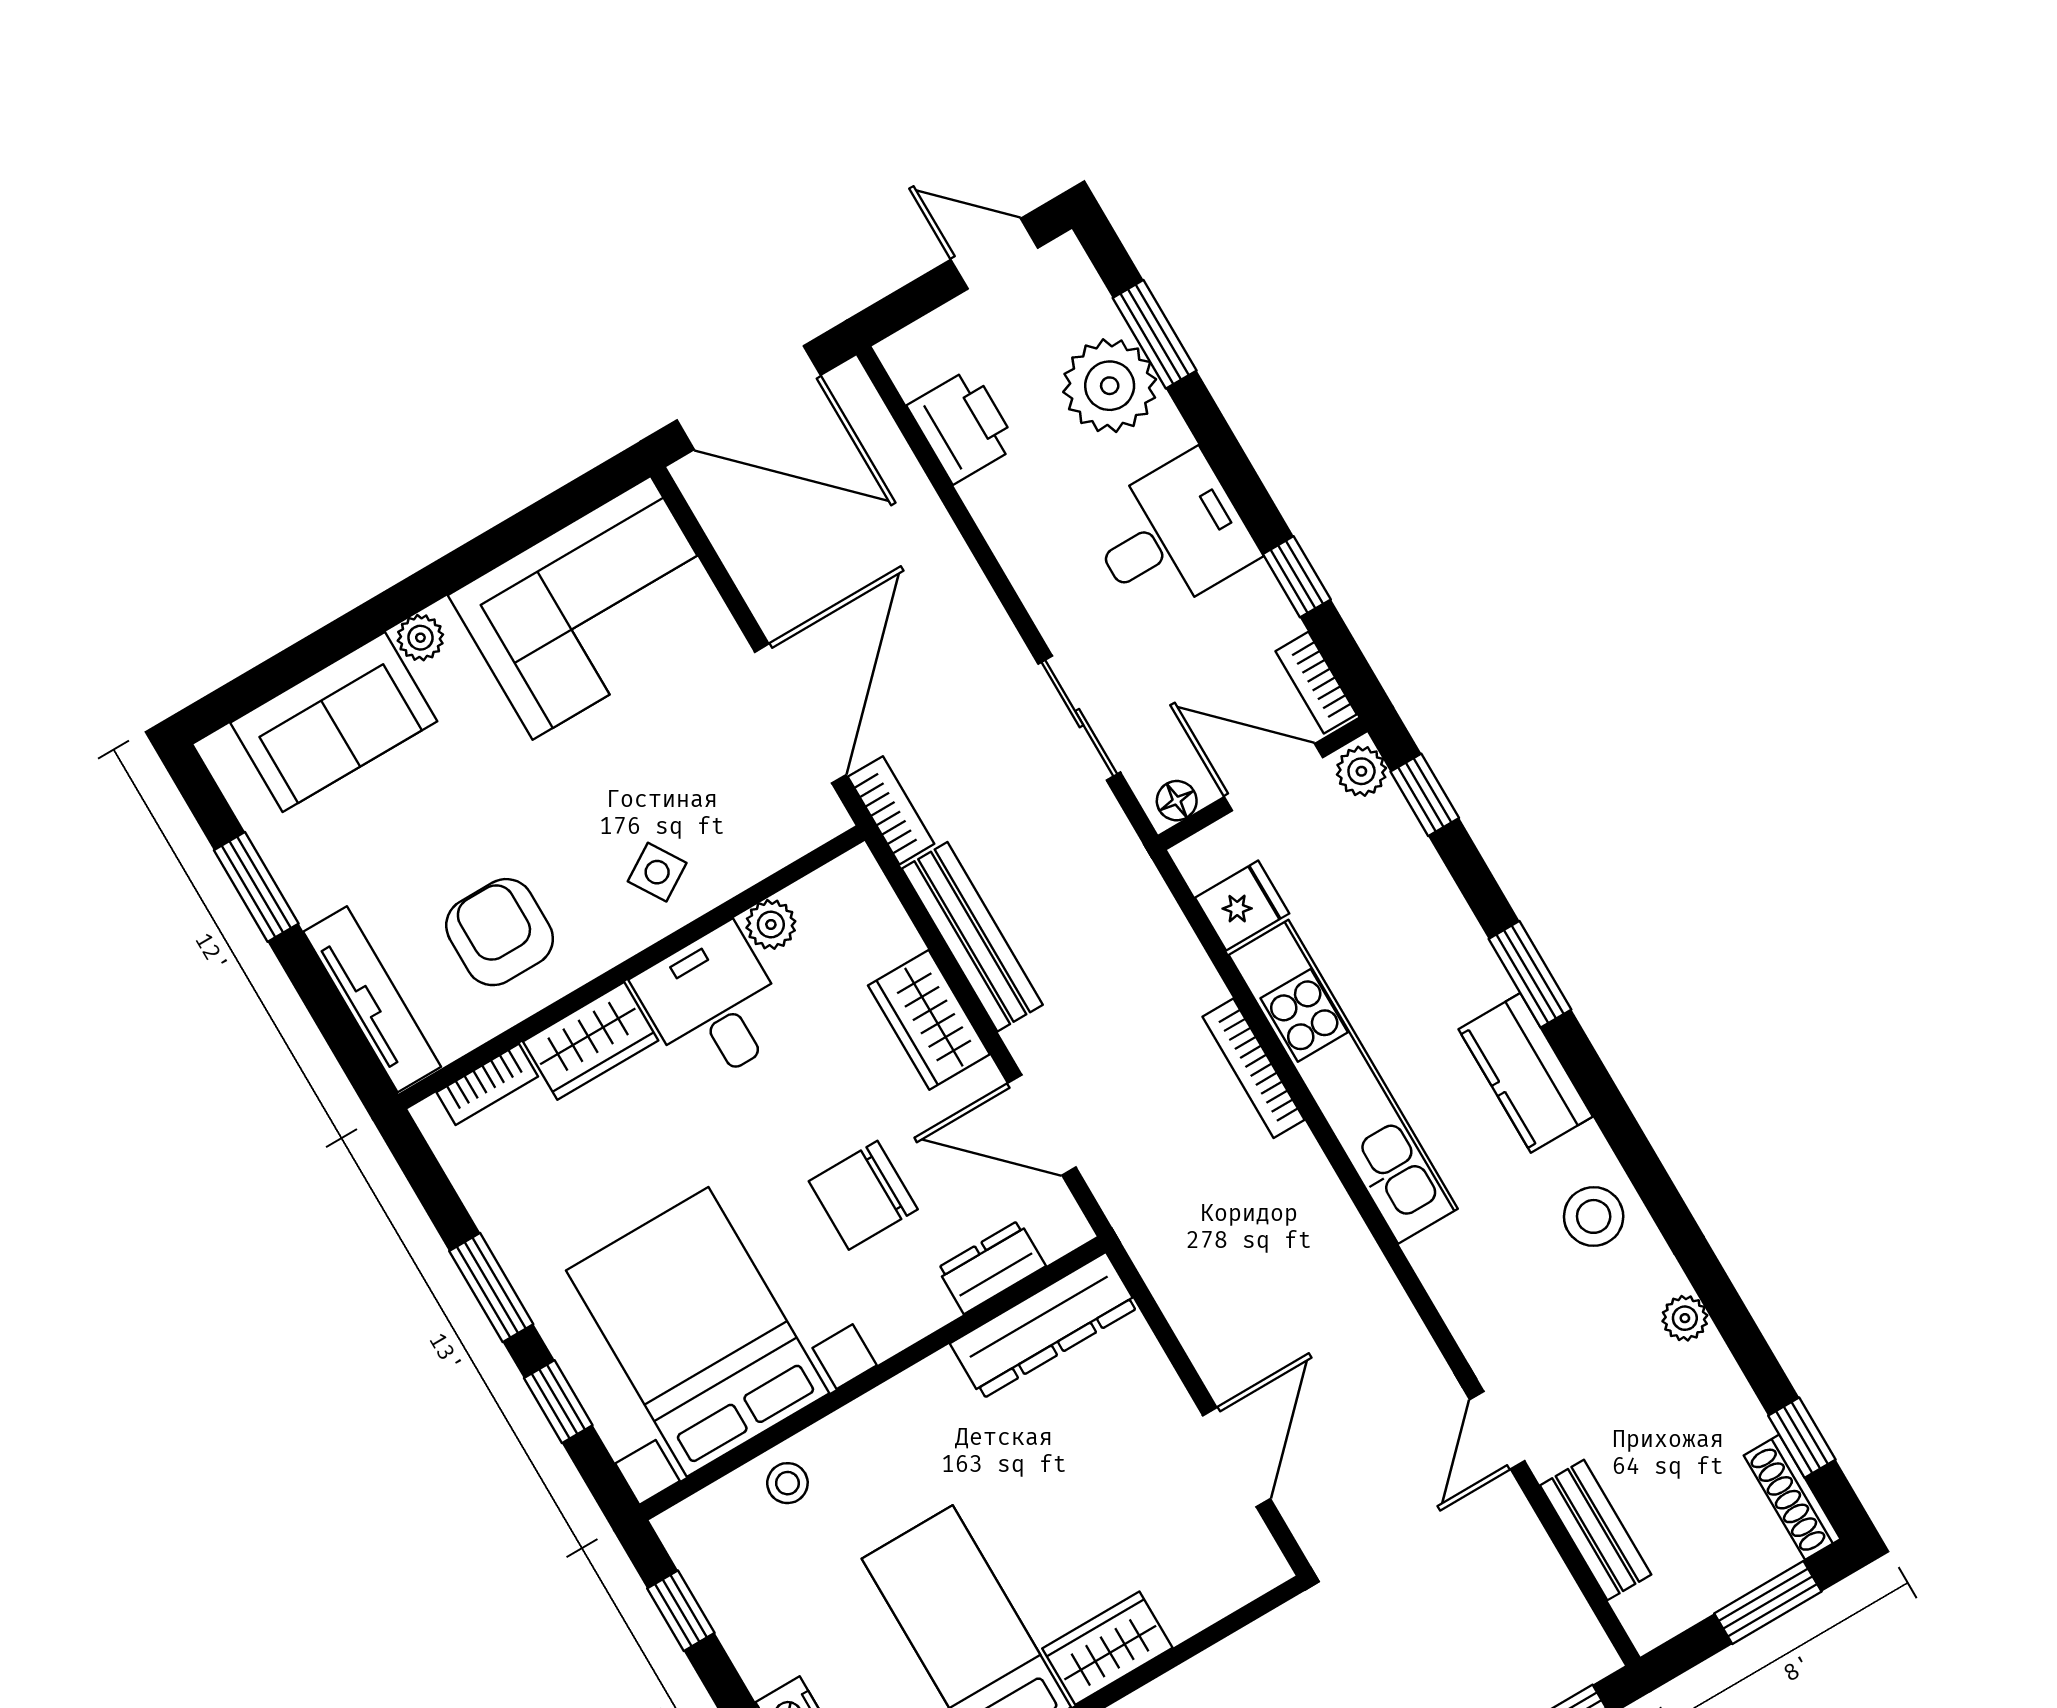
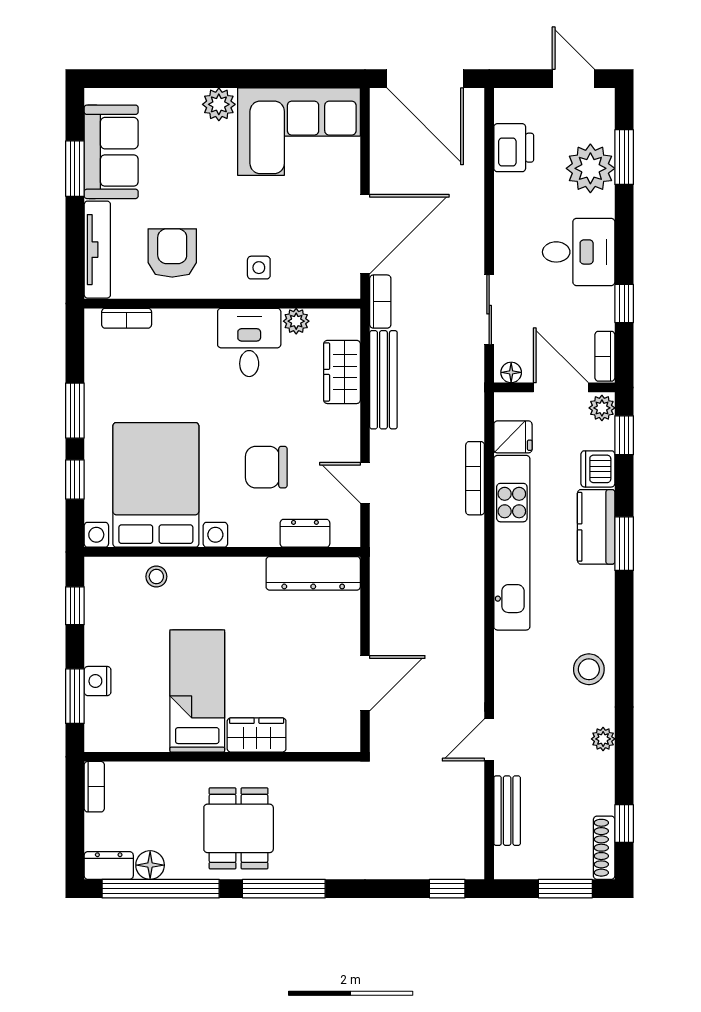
plant: (420, 638) -> (219, 104), width x1.38, depth x1.38
sofa: (334, 722) -> (111, 152), moved, turned -90
side table: (657, 872) -> (259, 268), turned 32
dishwasher: (1414, 876) -> (598, 469), added
wardrobe: (929, 1020) -> (342, 372), moved
wardrobe: (591, 1041) -> (185, 326), removed
bookcase: (1254, 1068) -> (475, 478), moved
kitchen counter: (1526, 1073) -> (596, 527), moved
door: (1042, 1125) -> (365, 483), width x0.73

